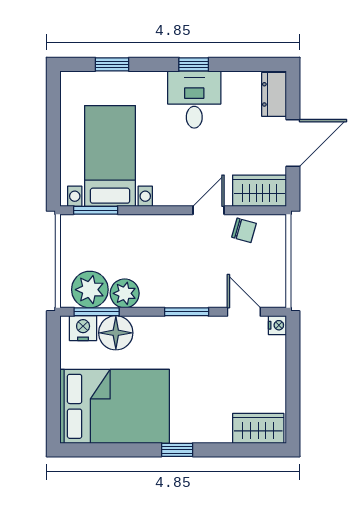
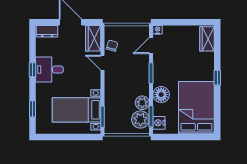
floor lamp: (116, 333) -> (161, 95), moved

